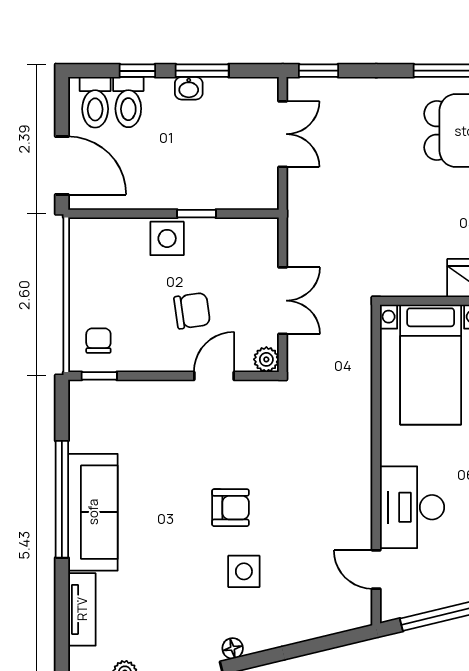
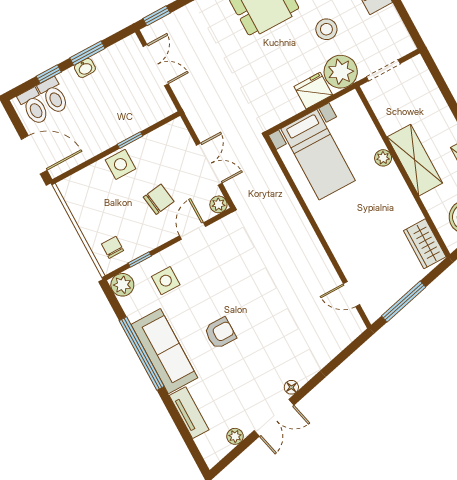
window: (99, 376) -> (140, 260), moved
plant: (85, 396) -> (122, 285), added
desk: (412, 507) -> (353, 245), removed
armchair: (230, 508) -> (220, 333), moved
side table: (244, 571) -> (166, 281), moved

